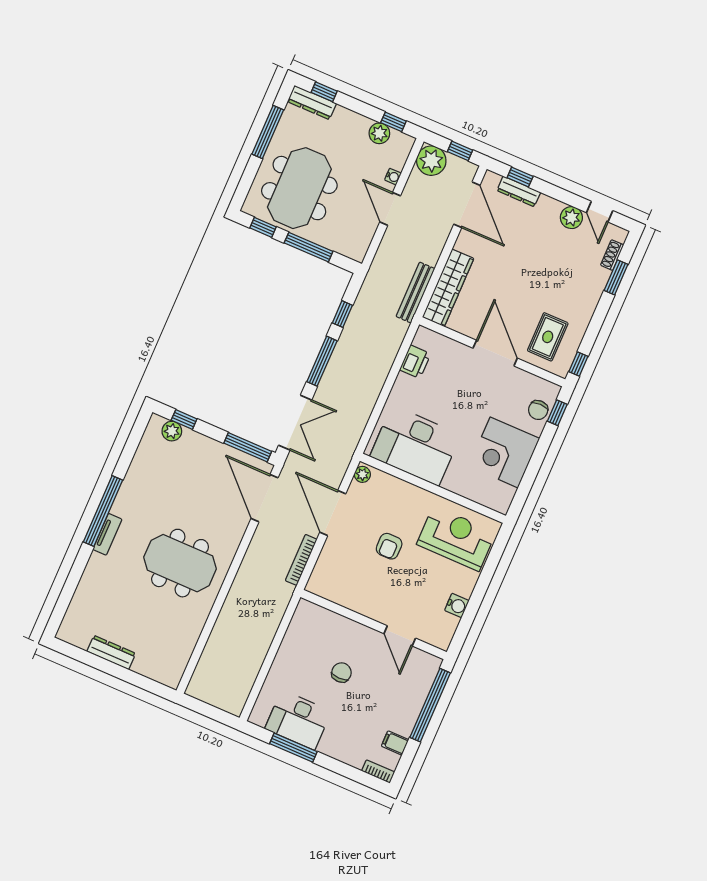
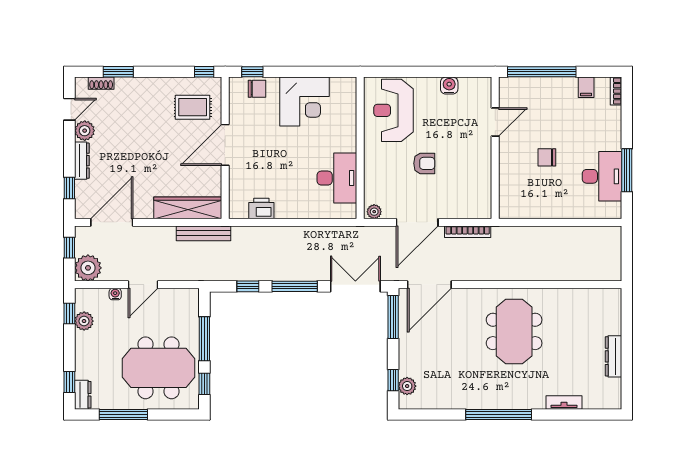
dresser: (312, 103) -> (83, 395), width x0.70
dresser: (519, 191) -> (82, 161), moved
desk: (415, 446) -> (337, 178), width x0.73, depth x0.77
tv unit: (107, 534) -> (564, 402), moved

